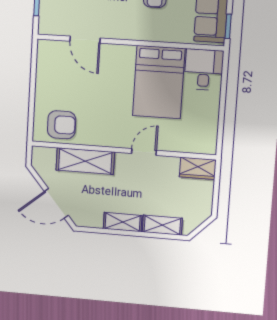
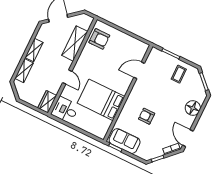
desk: (204, 70) -> (65, 110), moved, turned 180
armchair: (62, 125) -> (99, 39), turned -90

